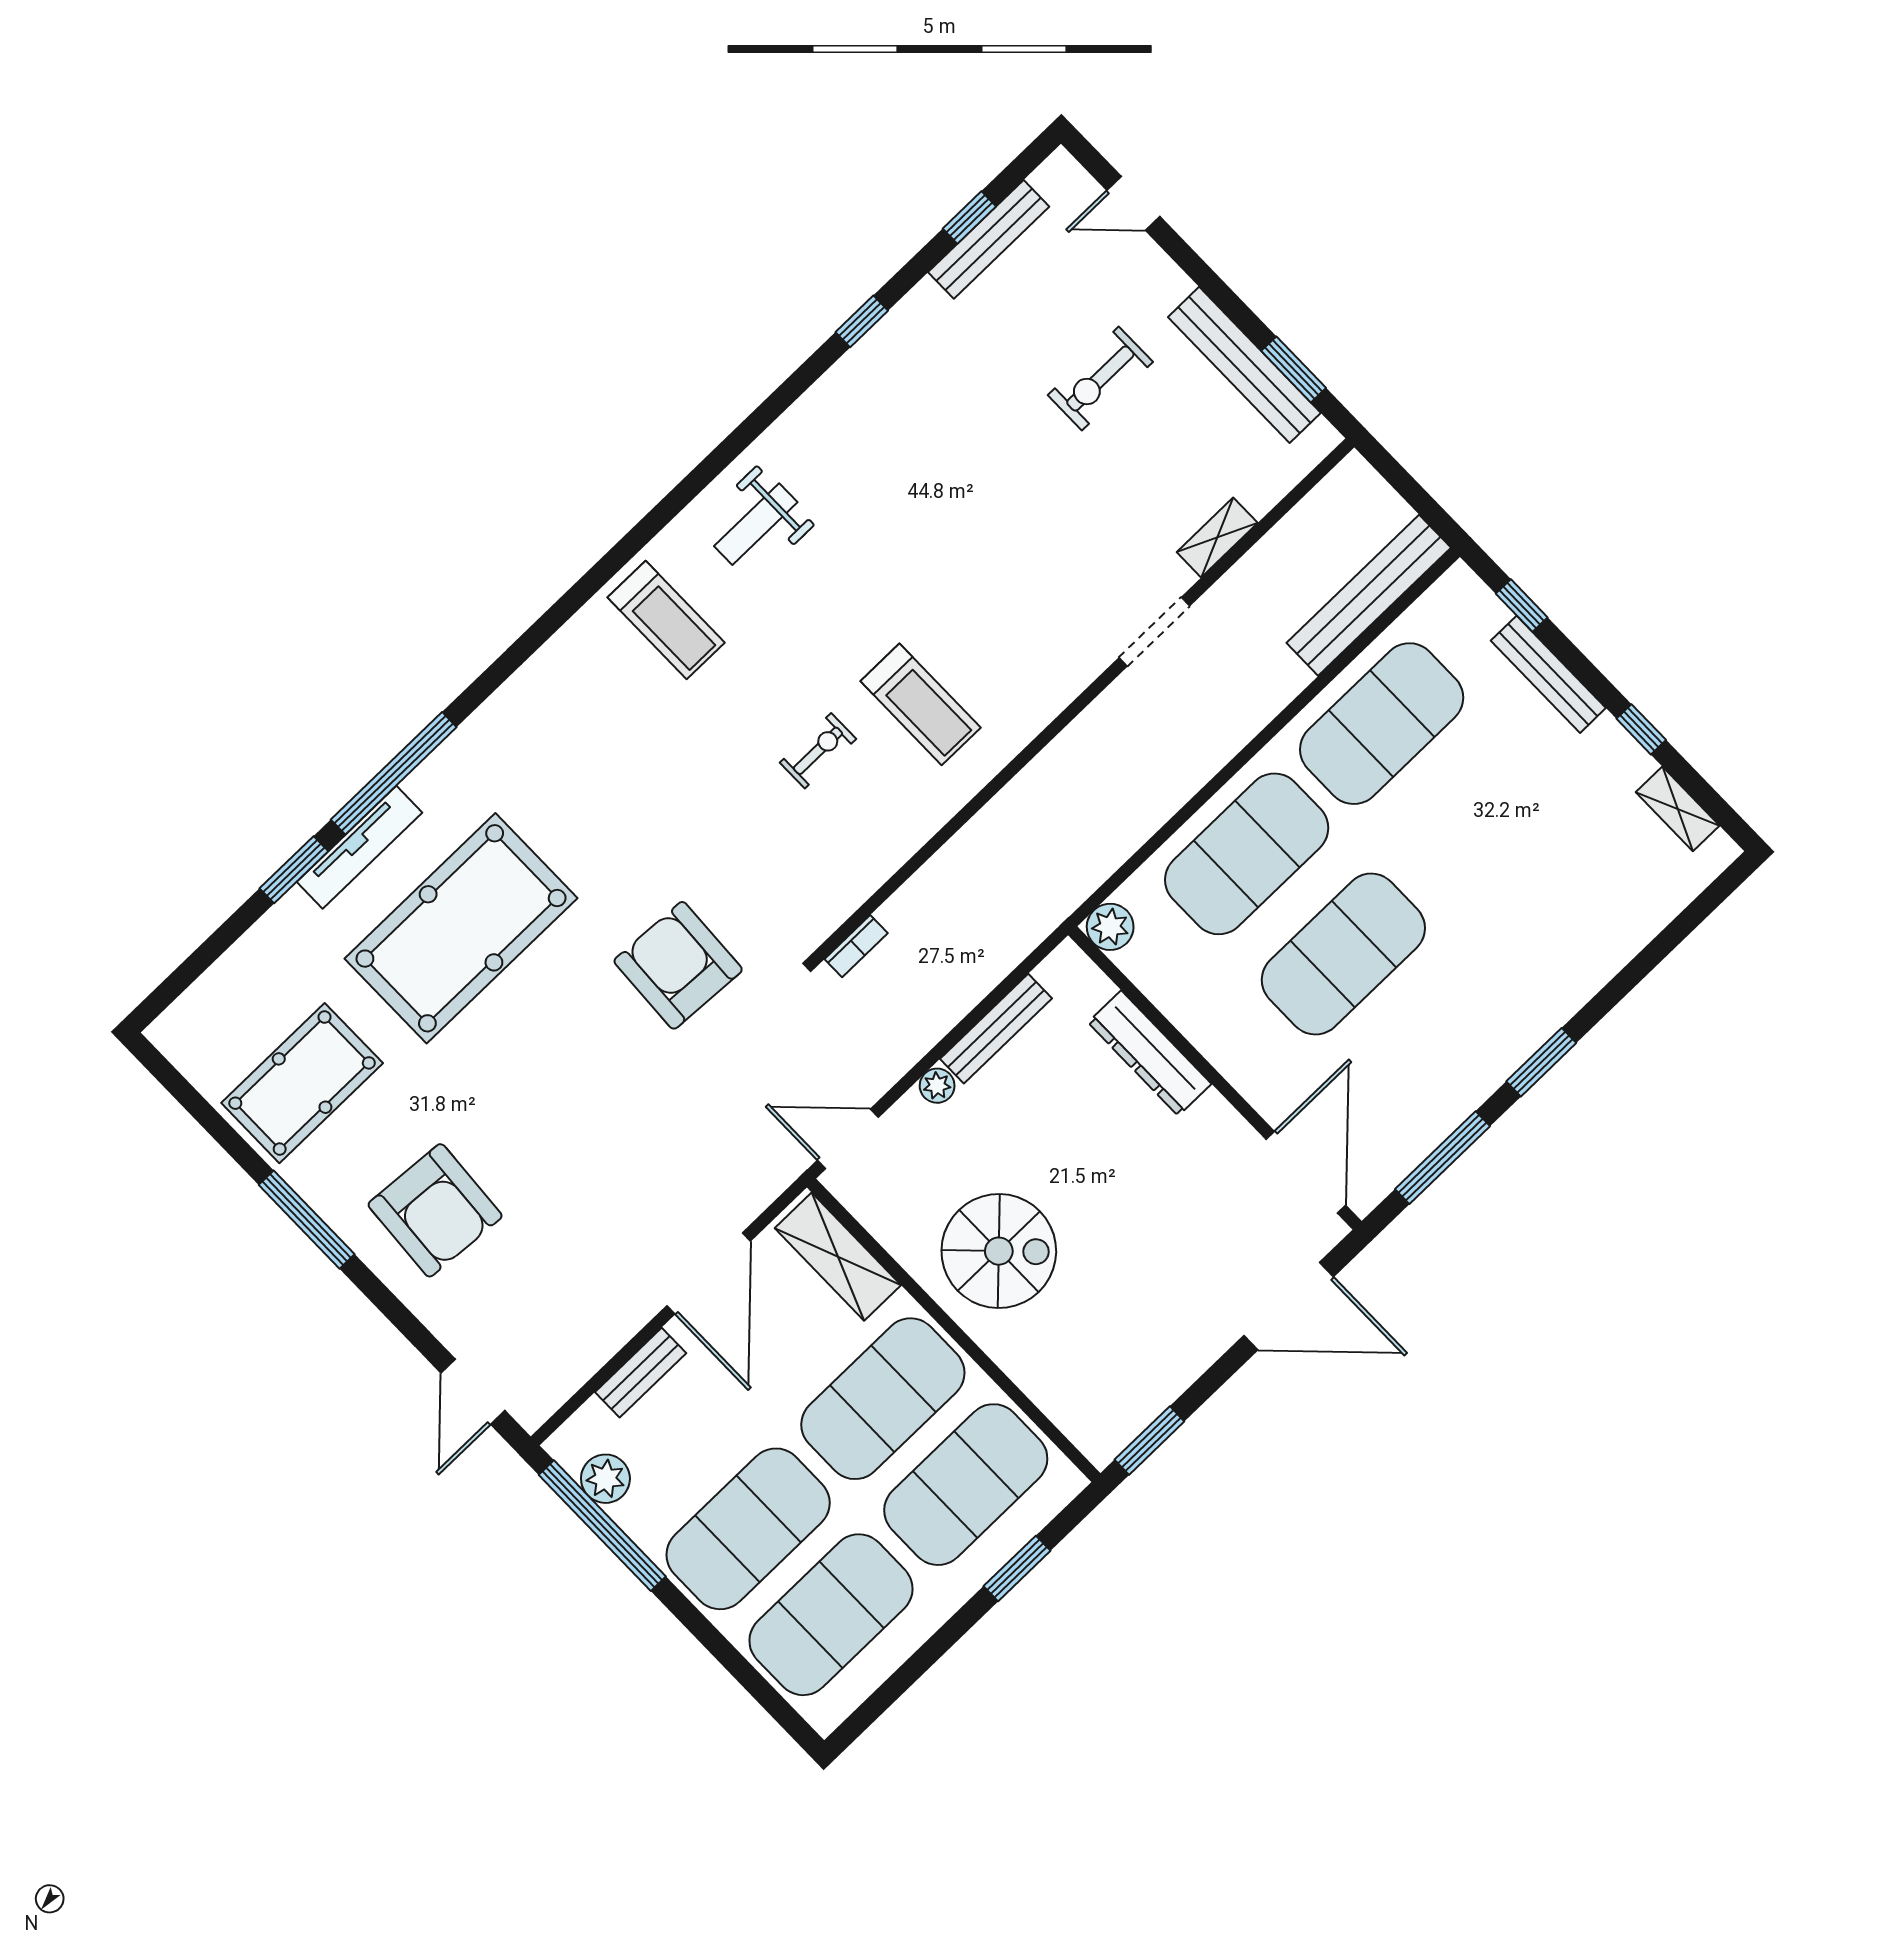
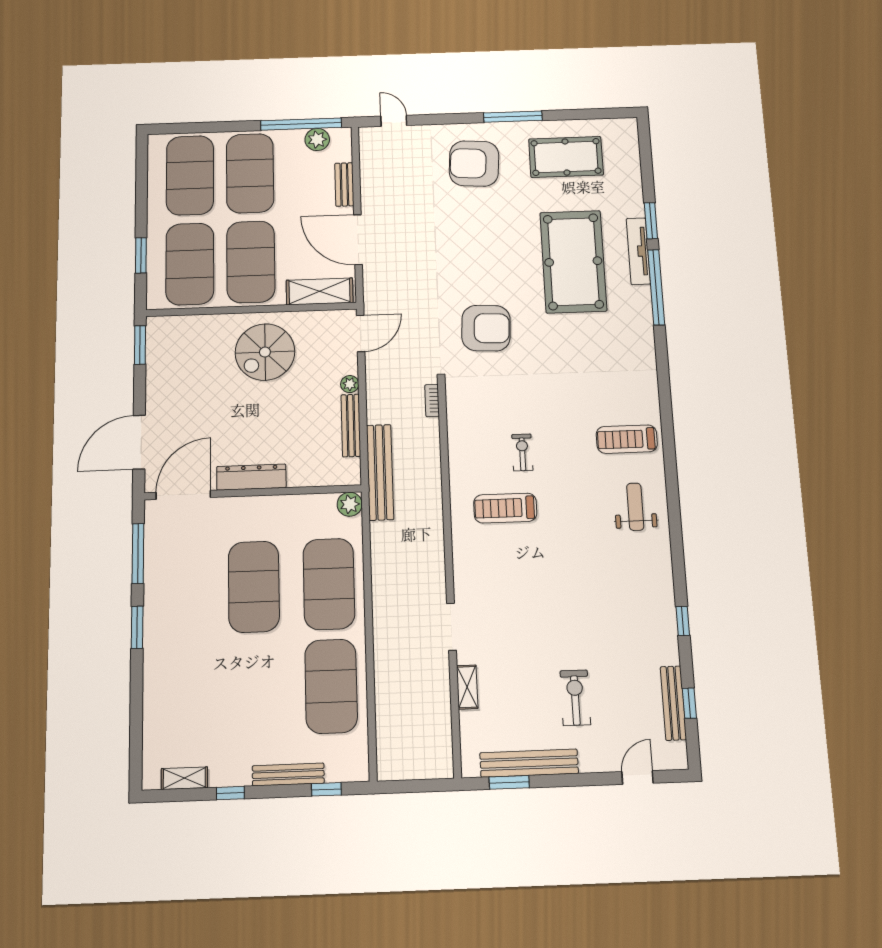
bench: (1369, 595) -> (380, 472), moved
exercise bike: (818, 751) -> (522, 452), turned 180
dresser: (1150, 1053) -> (251, 477), moved
pool table: (302, 1083) -> (566, 157), turned 90
door: (1306, 1172) -> (183, 495), swing flipped
door: (473, 1392) -> (394, 121), width x0.73

